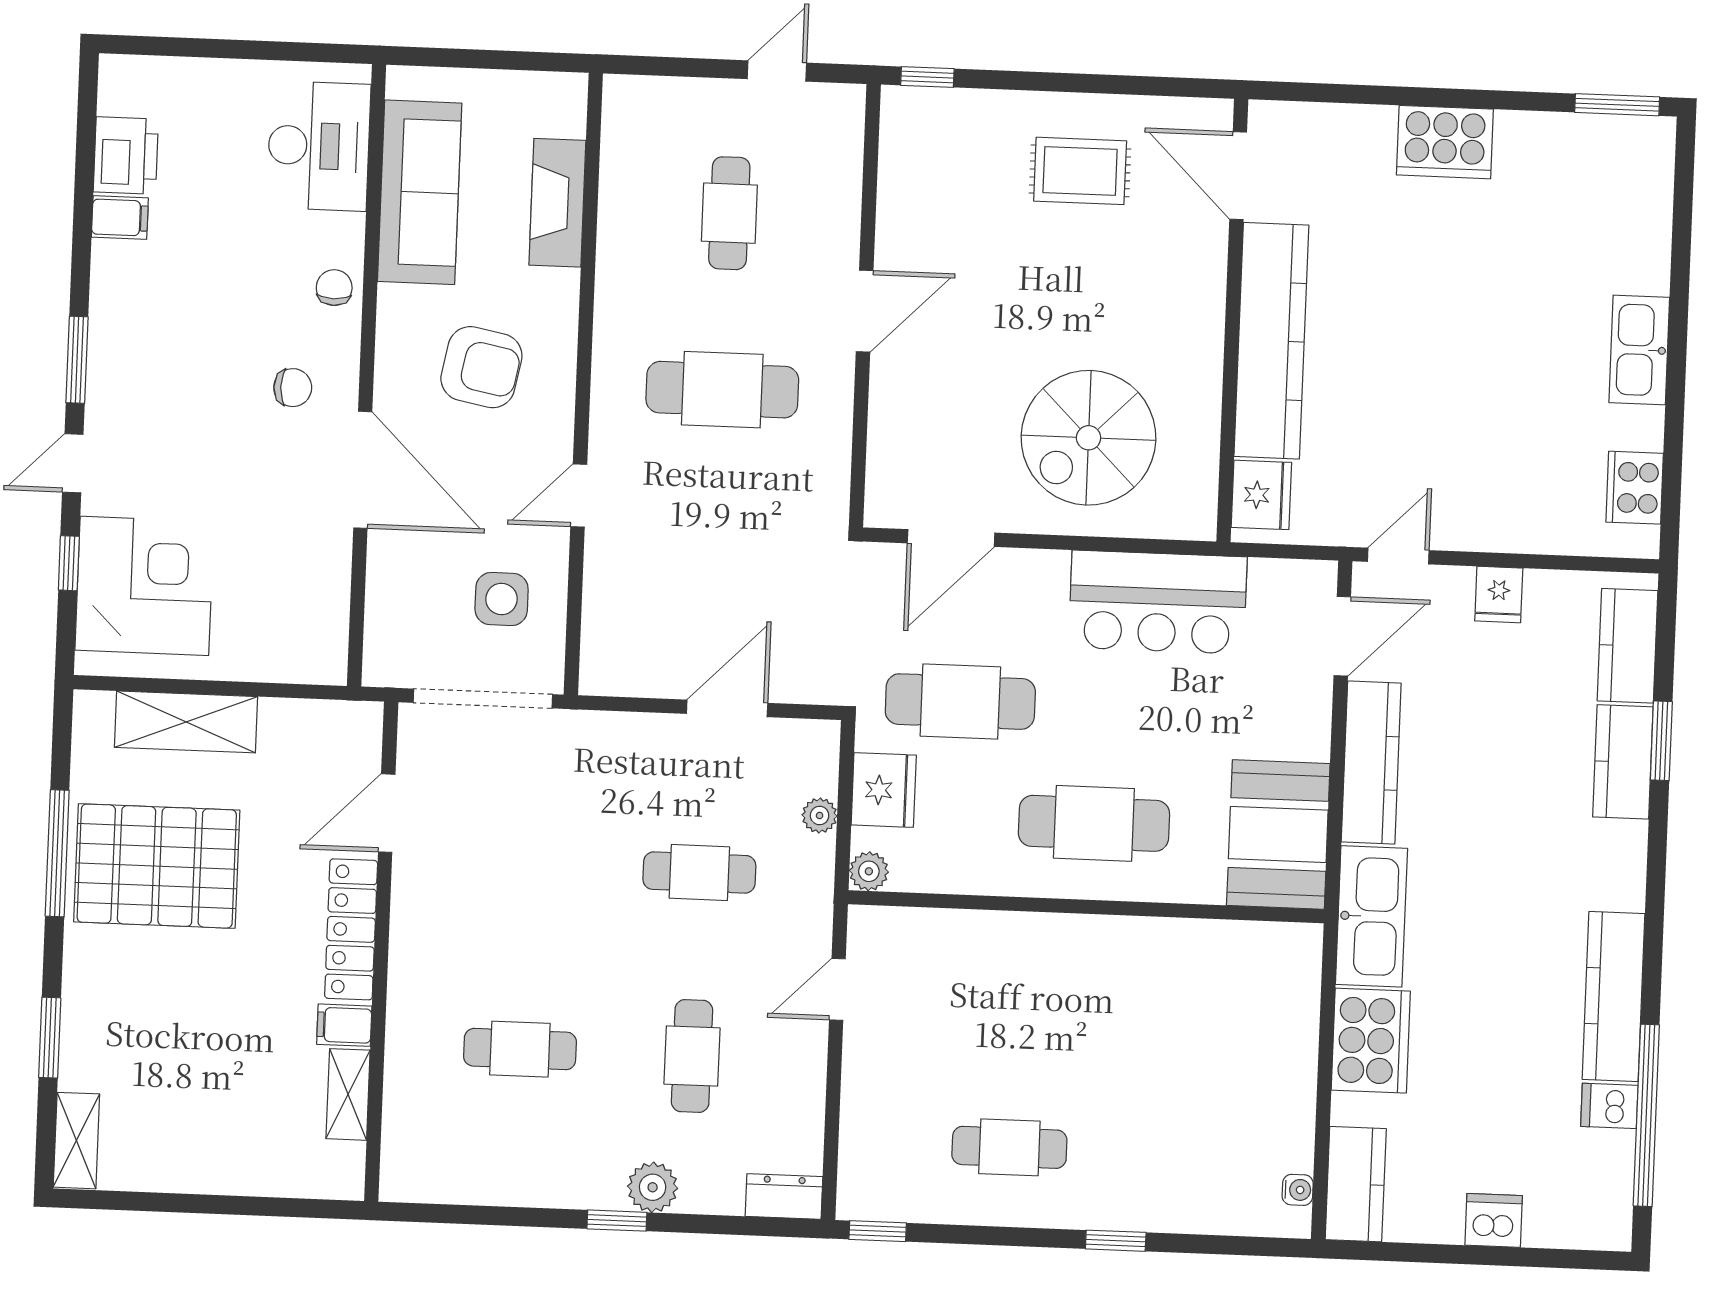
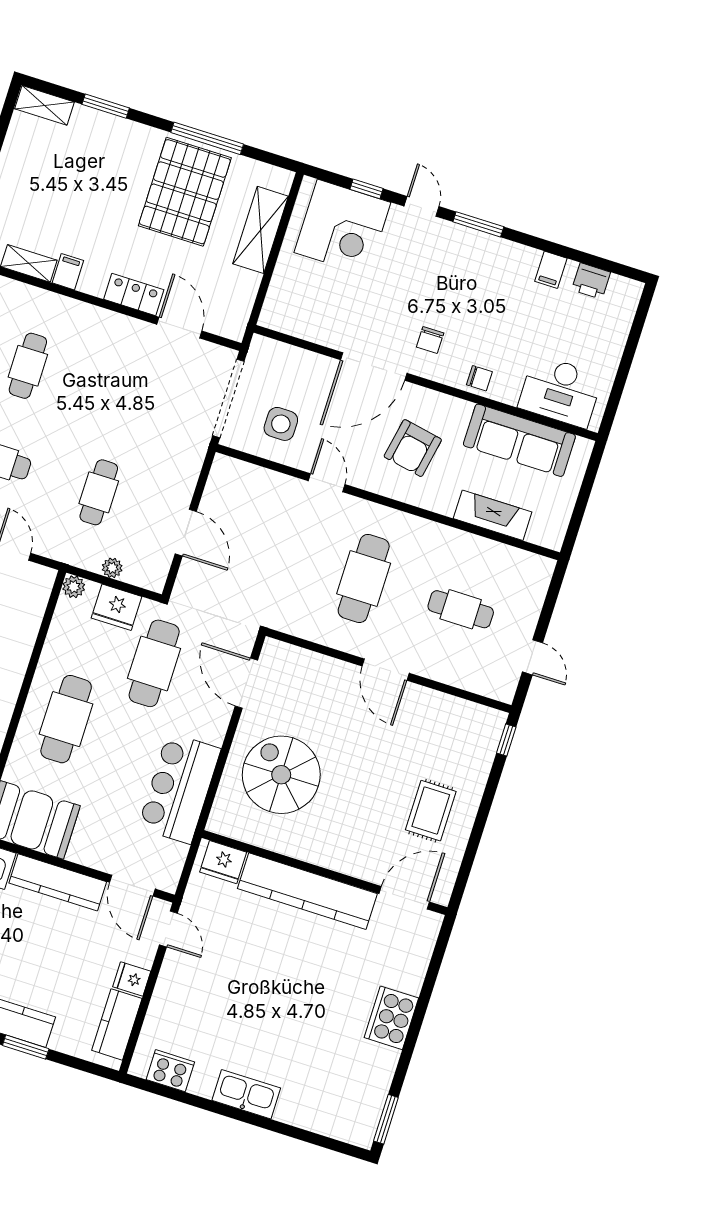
printer: (126, 155) -> (591, 281), width x0.73, depth x0.81
kitchen counter: (1628, 646) -> (117, 1024), moved, turned -90
locker: (351, 929) -> (134, 294), width x0.66

